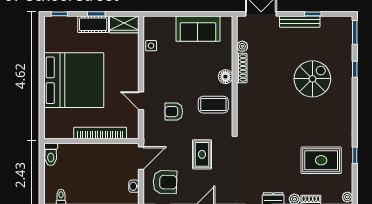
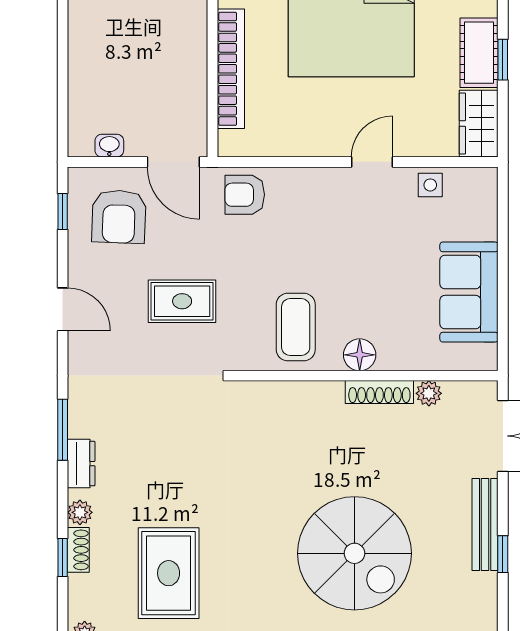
spiral stairs: (312, 79) -> (354, 553), width x1.37, depth x1.37
door: (141, 101) -> (372, 162), moved
armchair: (174, 112) -> (245, 195), moved, turned -90

